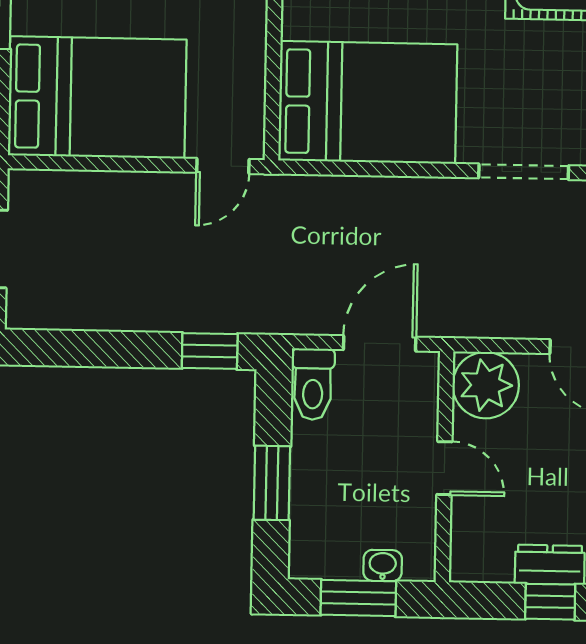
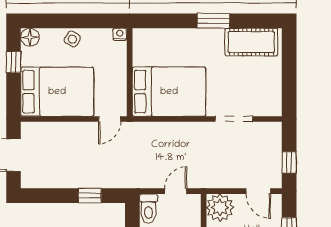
door: (380, 343) -> (176, 191), width x0.73
window: (210, 351) -> (90, 196), moved

